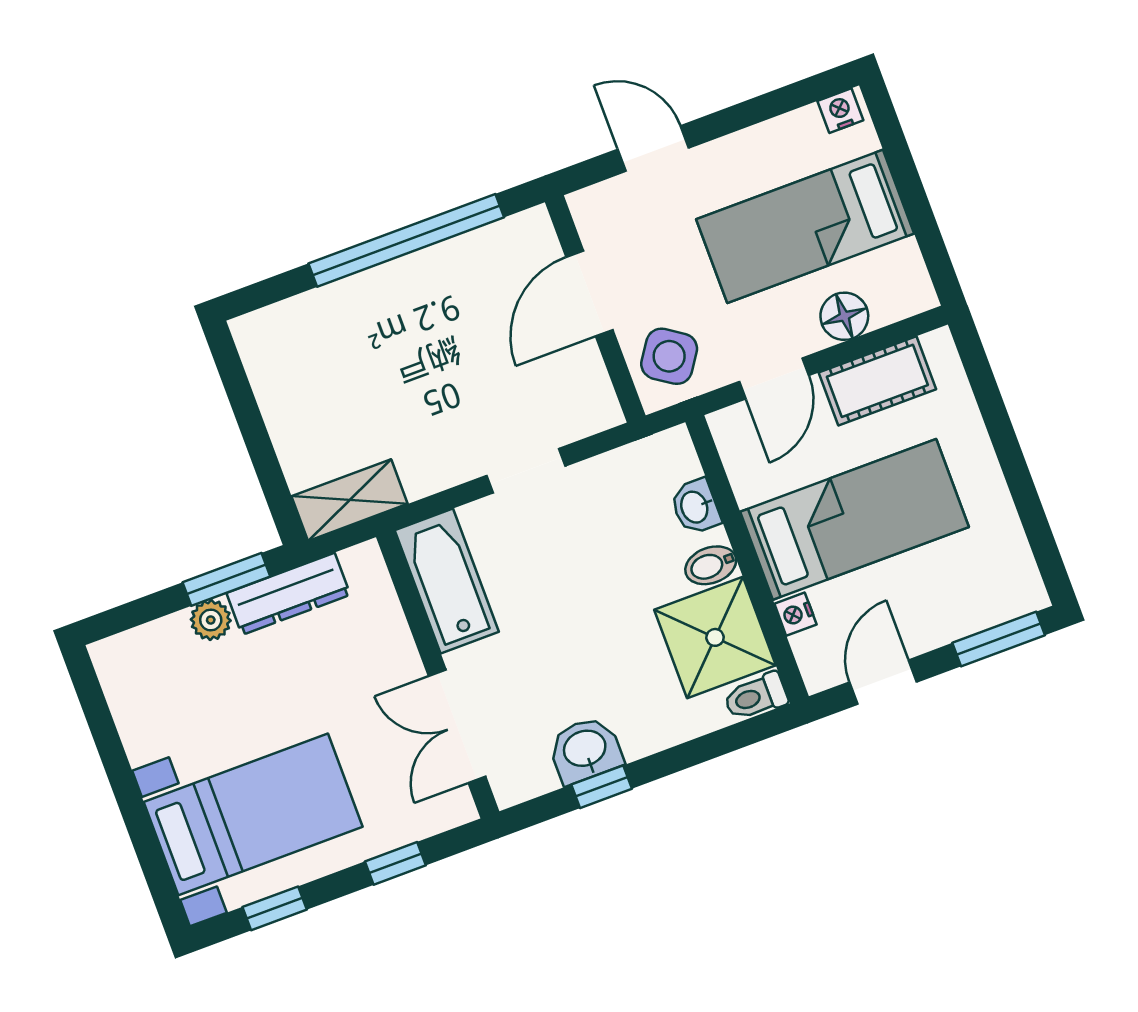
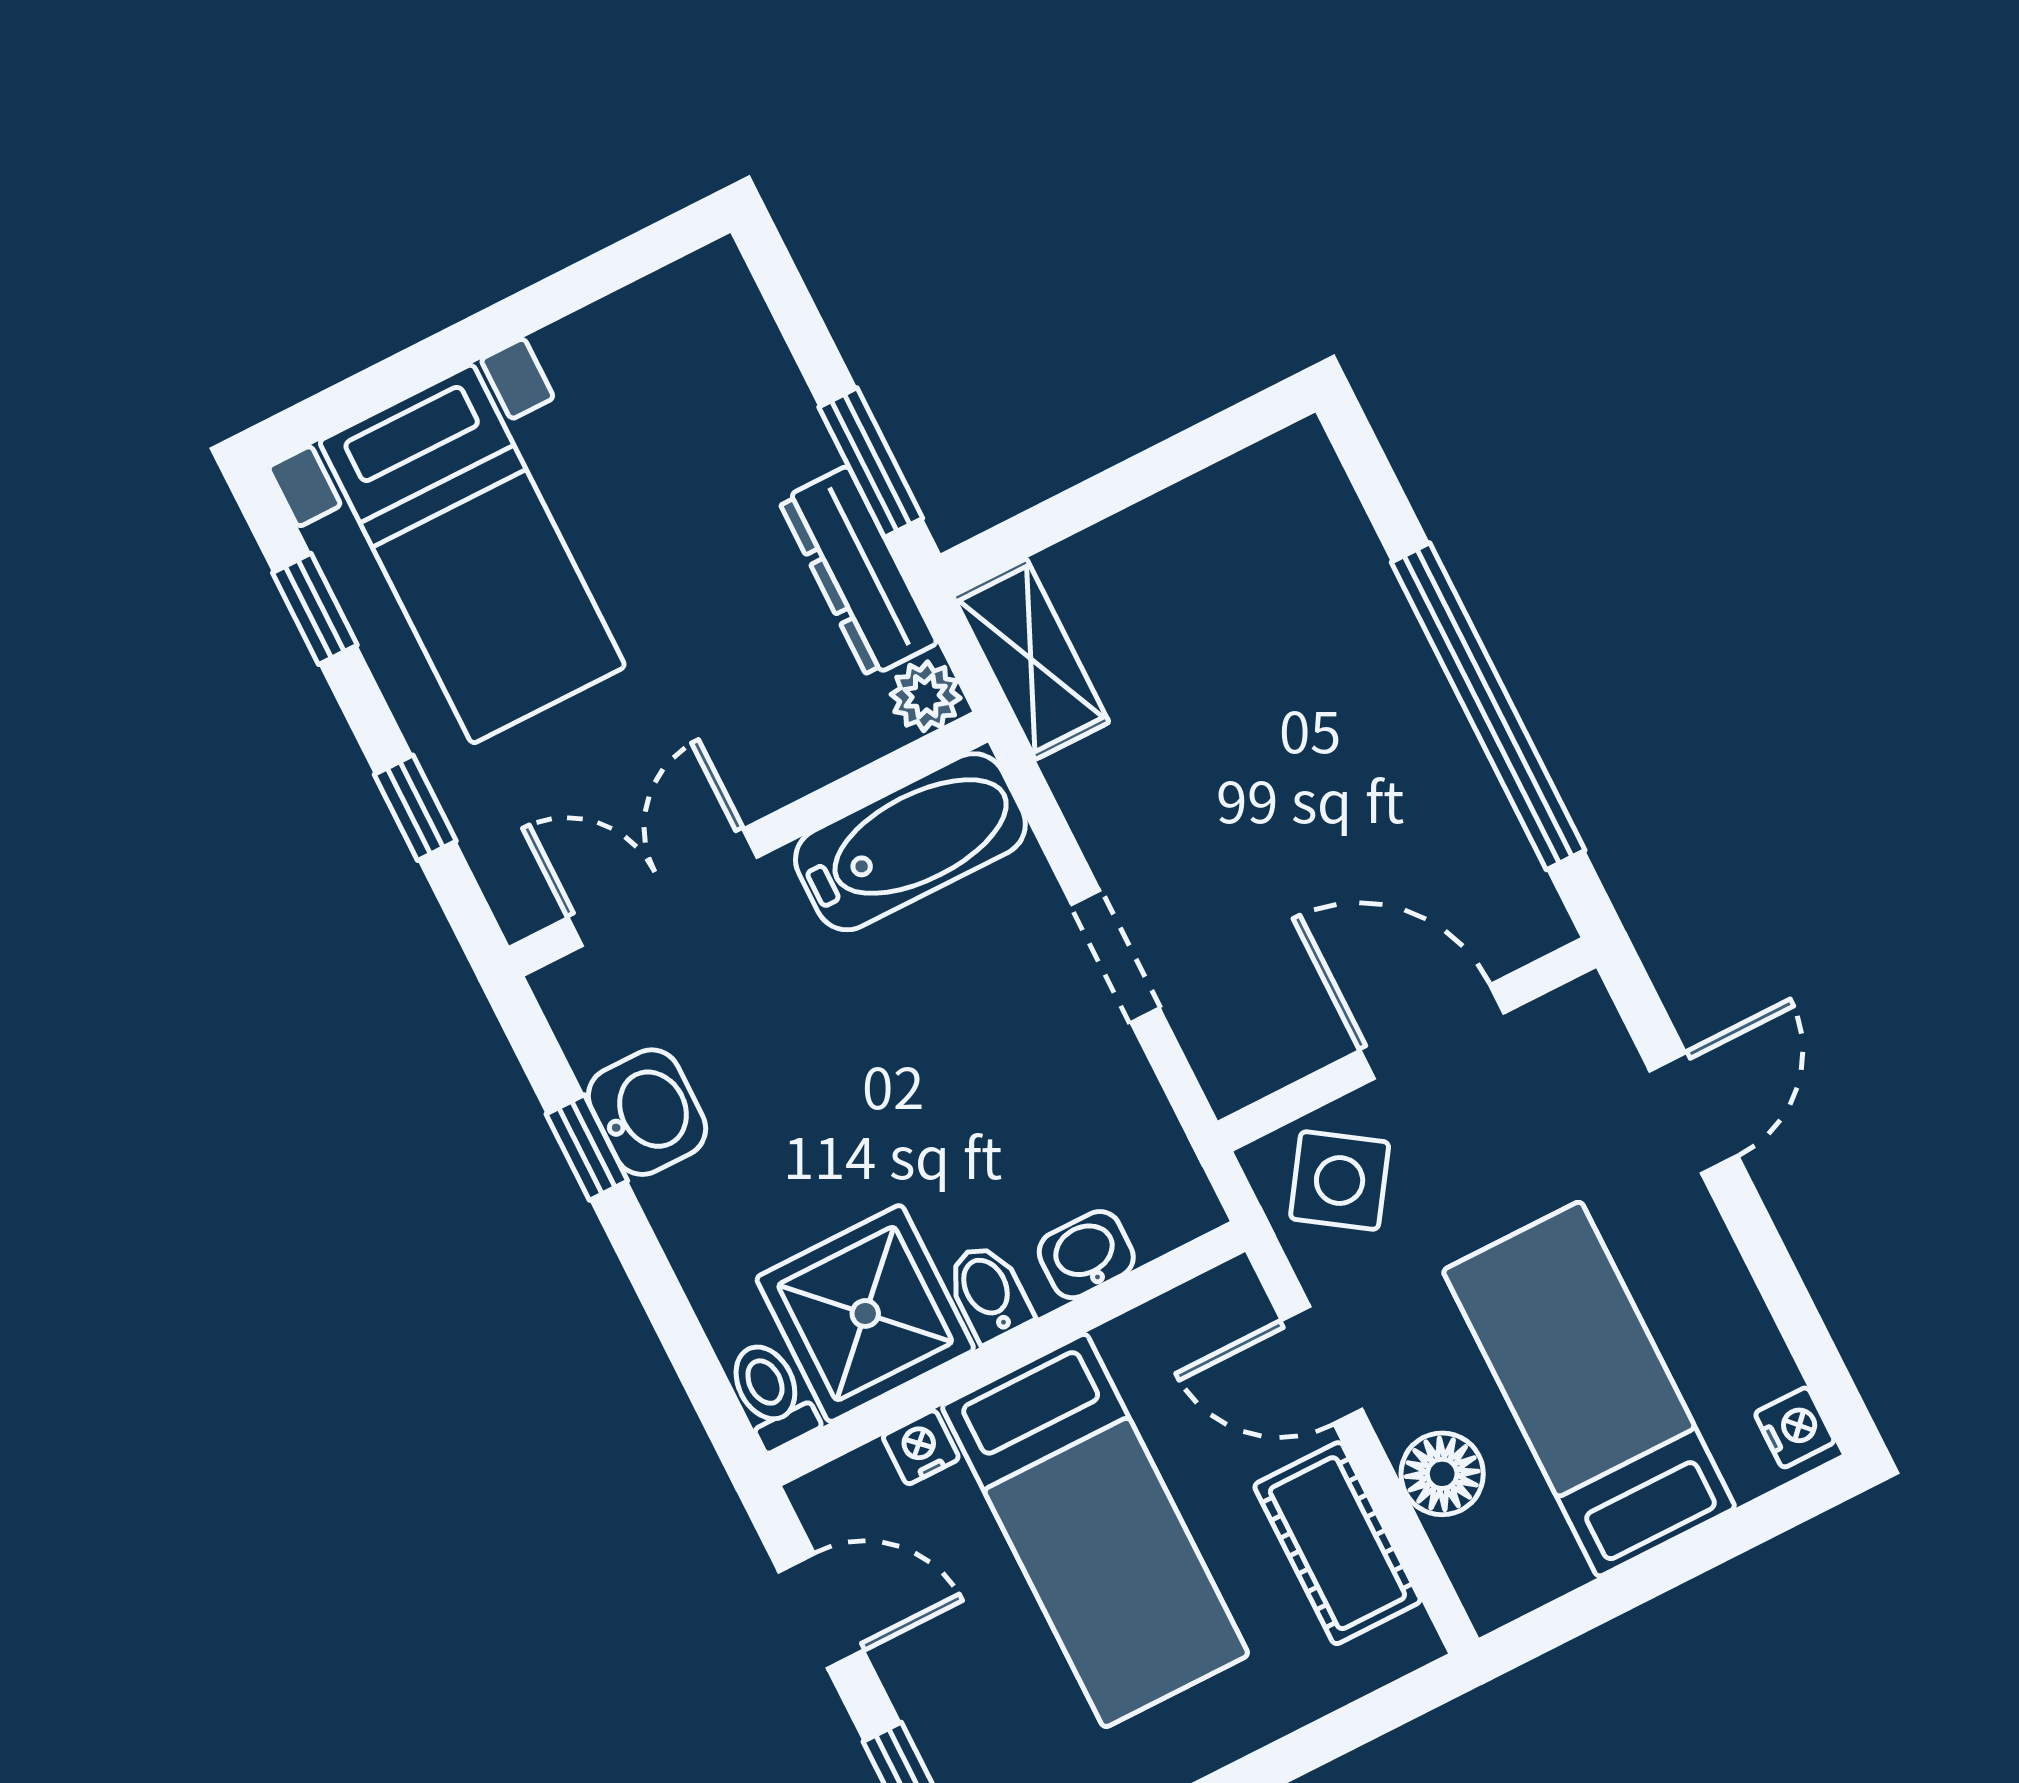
plant: (211, 620) -> (926, 696), moved

